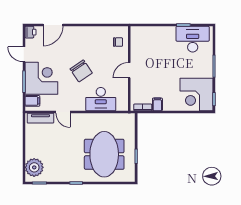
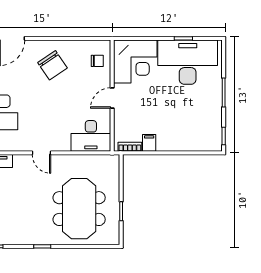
desk: (193, 39) -> (188, 62), width x1.36, depth x1.30
chair: (81, 71) -> (52, 65), moved
corner desk: (196, 95) -> (135, 62), moved, turned -90
desk: (101, 99) -> (91, 136), moved
door: (63, 112) -> (41, 153), moved

